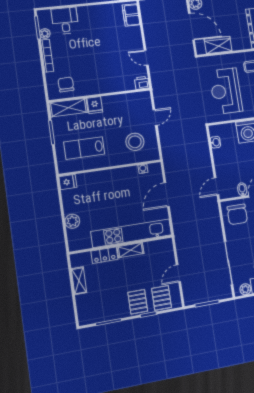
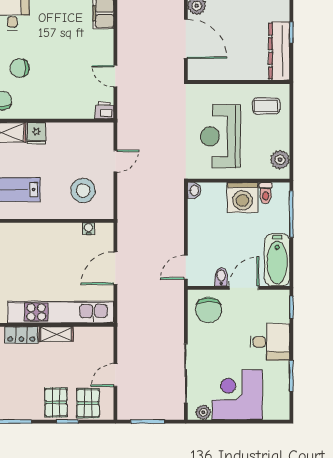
wardrobe: (218, 45) -> (220, 69), removed
chair: (76, 60) -> (20, 68), added
washbasin: (215, 142) -> (194, 190), moved

